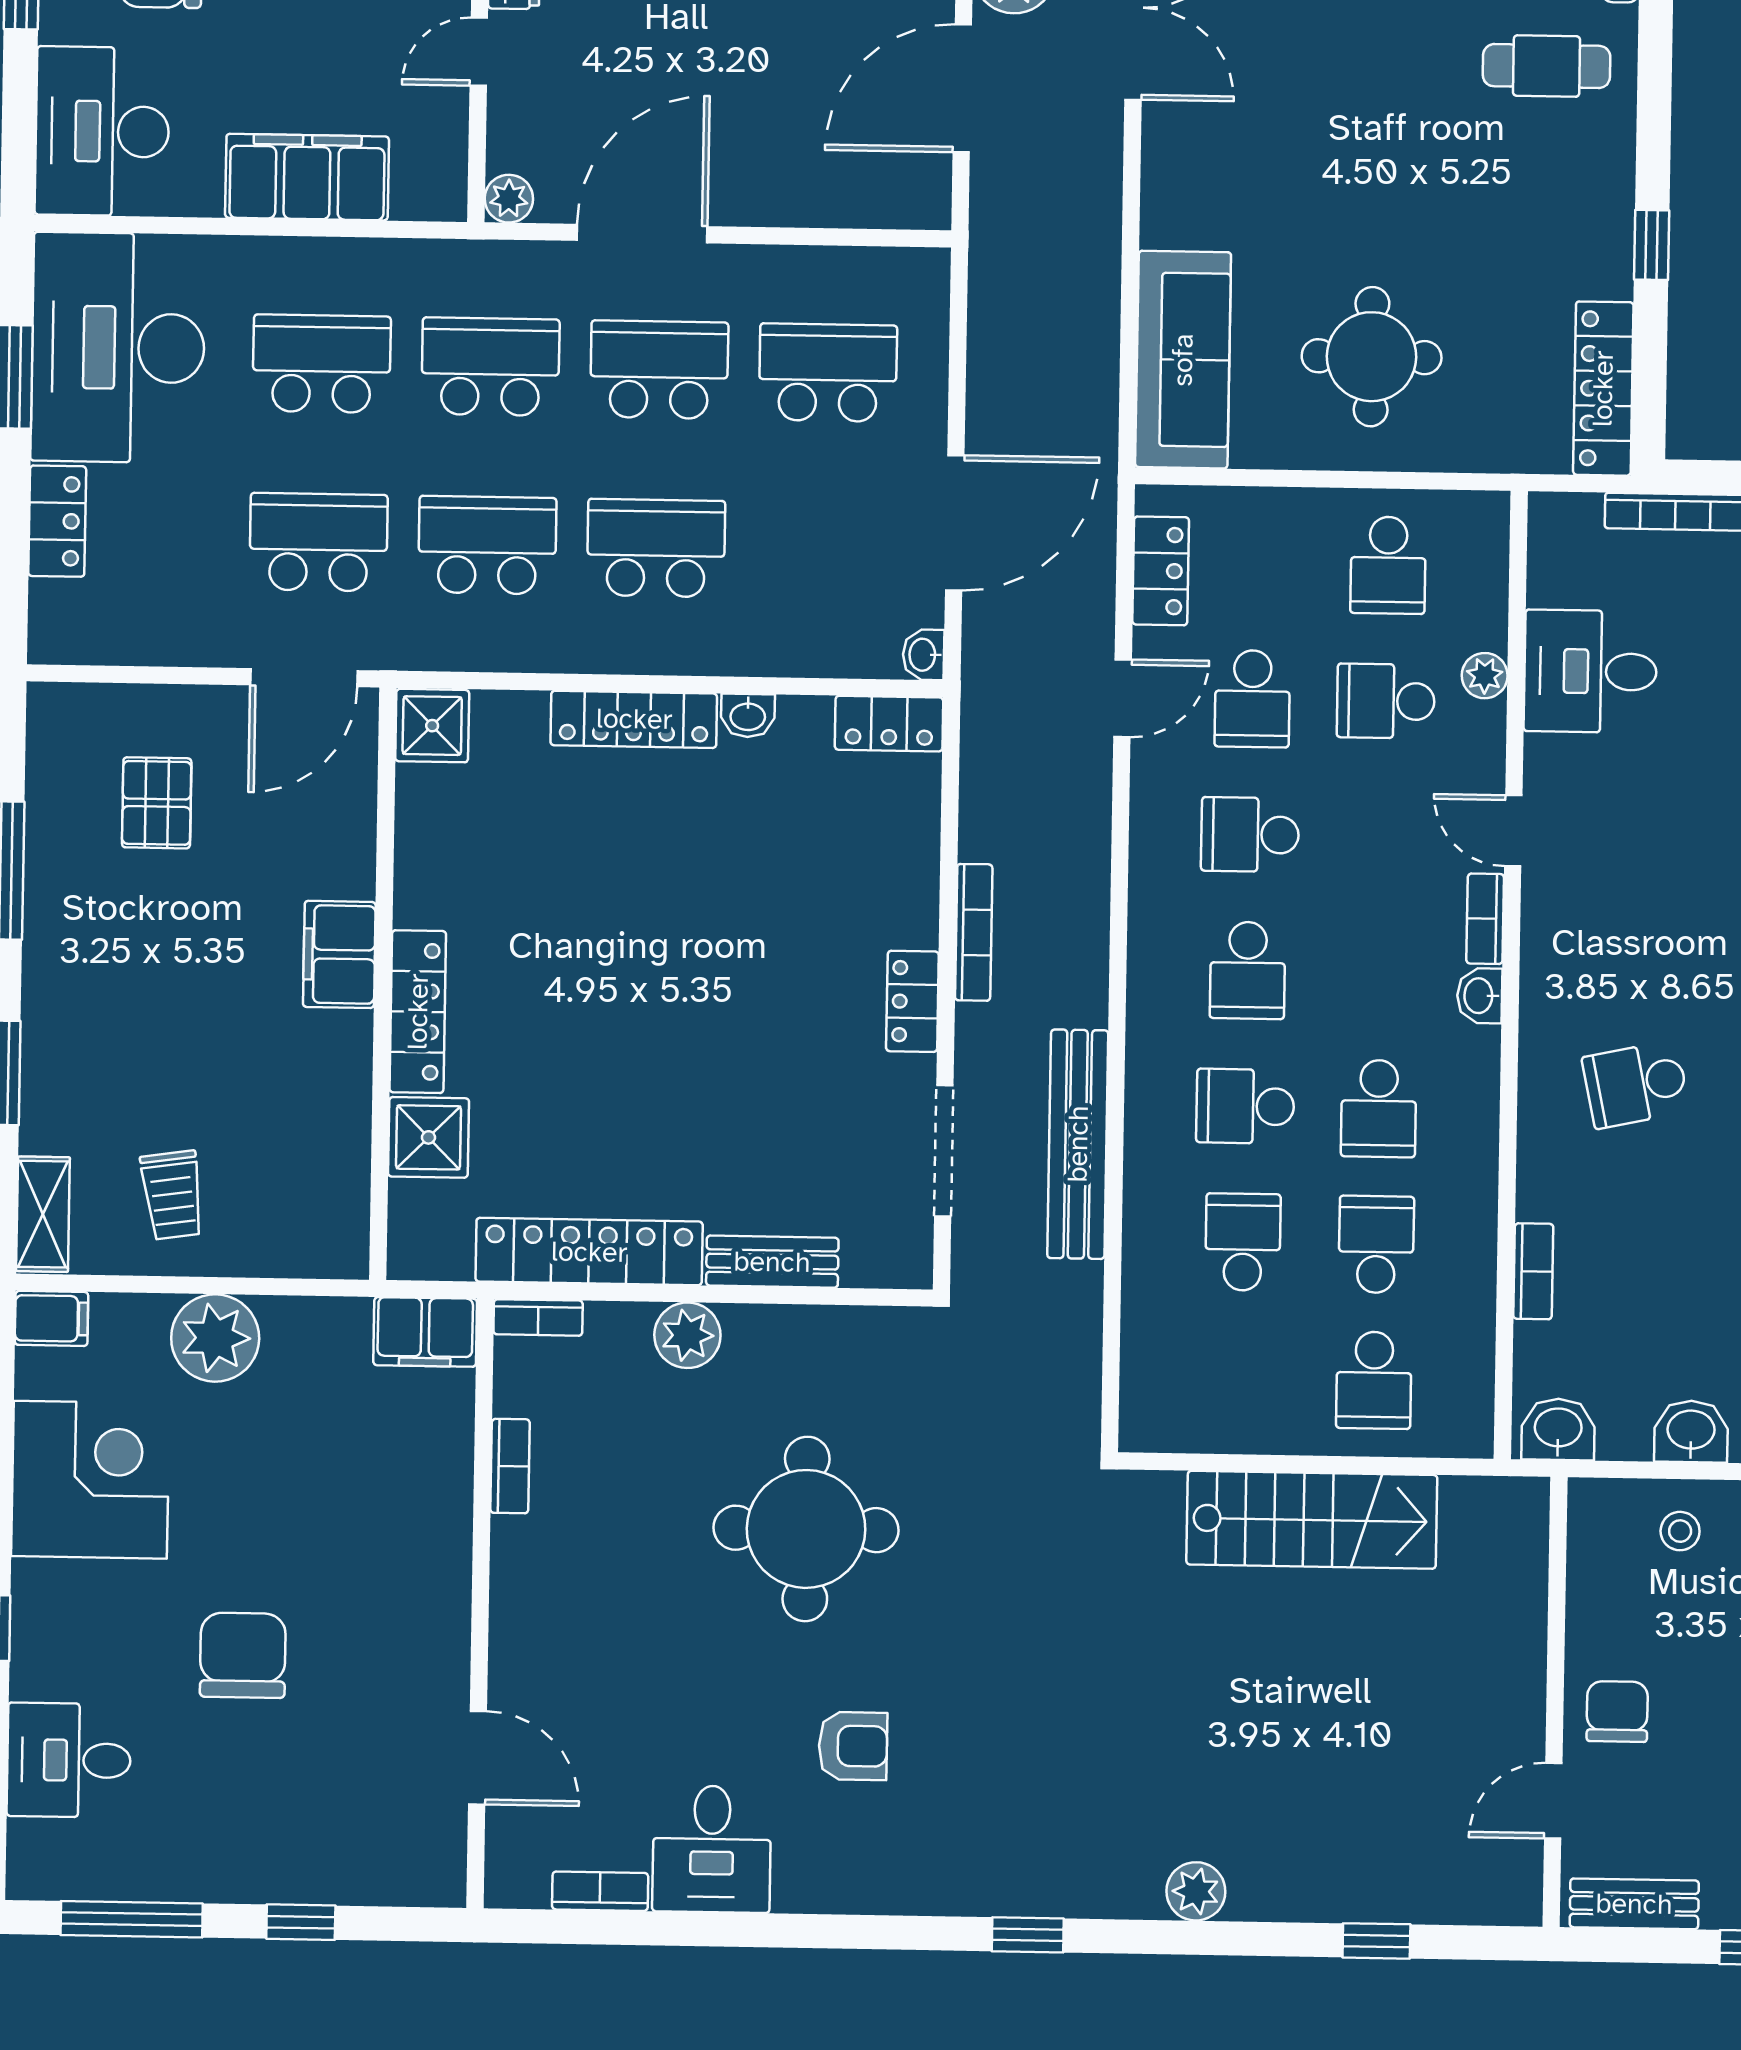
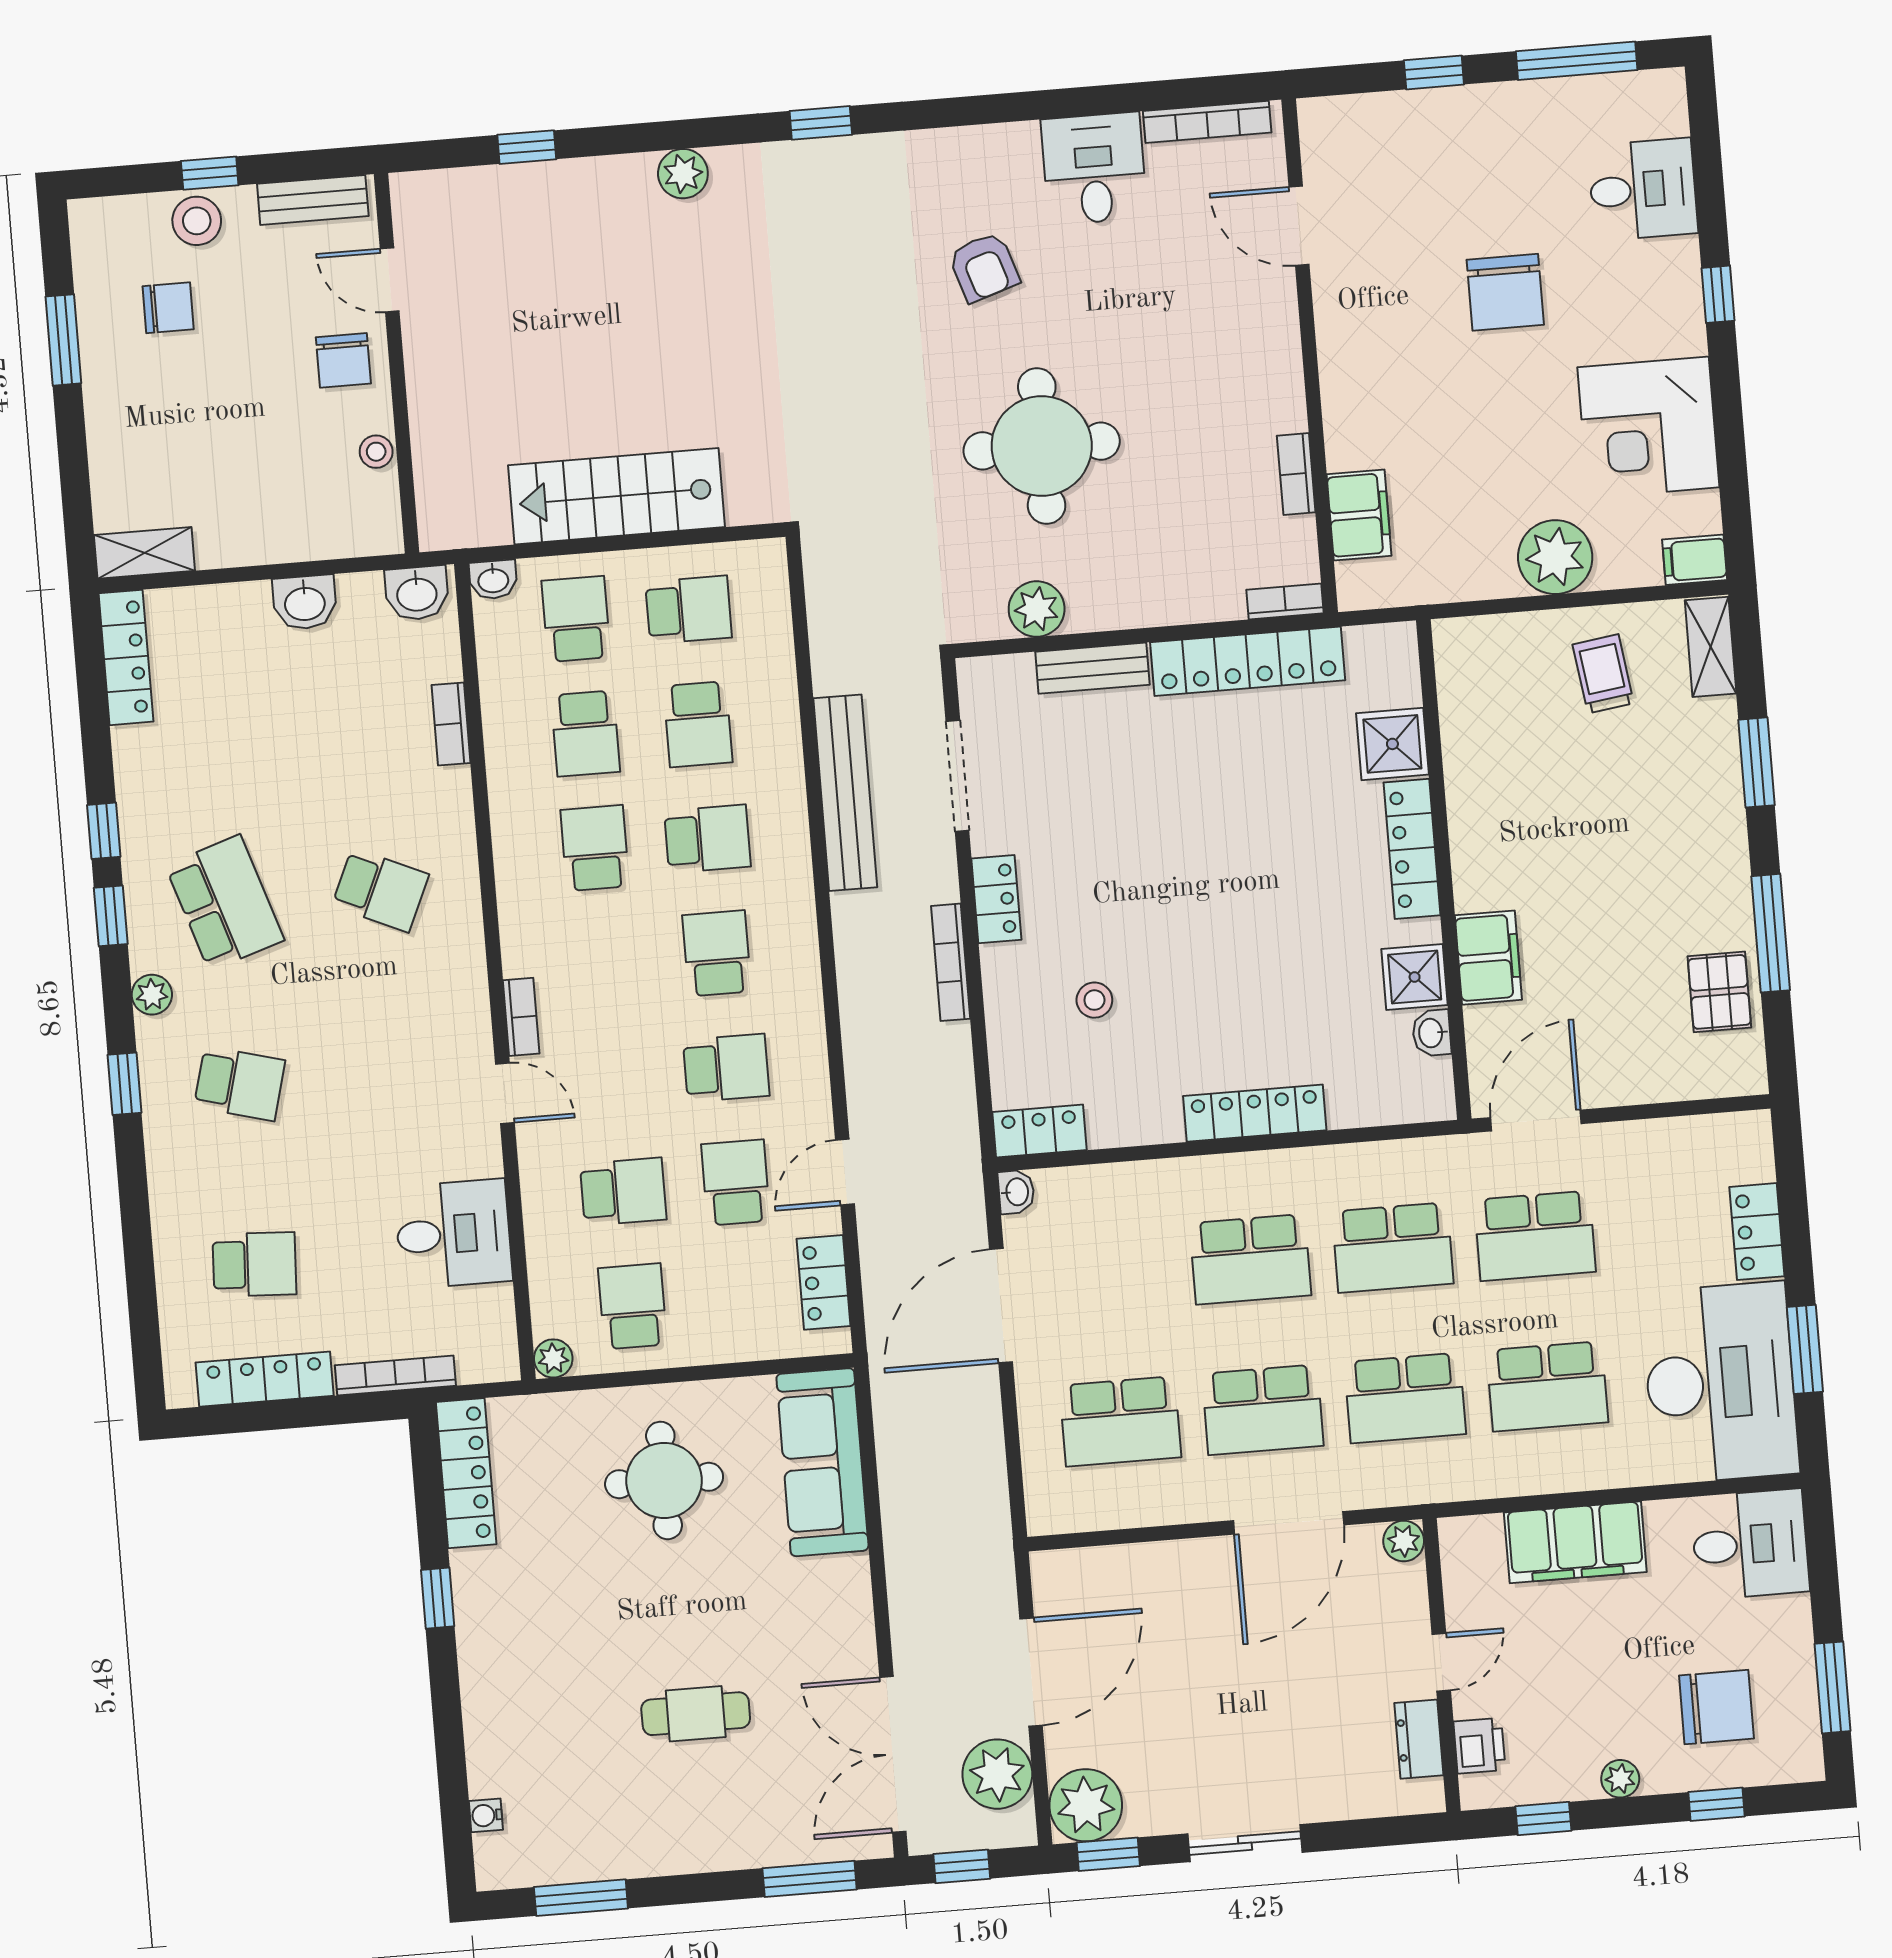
cafe table: (1547, 66) -> (696, 1714), moved
desk: (102, 131) -> (1750, 1544), width x0.73
plant: (1485, 676) -> (553, 1358), moved
washbasin: (748, 716) -> (1432, 1033), moved, turned -90
shower: (432, 726) -> (1415, 977), moved
pallet: (157, 803) -> (1719, 992), moved
stool: (809, 871) -> (1094, 1000), added
filing cabinet: (339, 954) -> (1488, 958), moved
washbasin: (1480, 996) -> (493, 580), moved, turned 90
school desk: (1636, 1084) -> (380, 890), turned 36
filing cabinet: (425, 1332) -> (1359, 515), moved, turned 90
plant: (687, 1335) -> (1037, 609), moved
school desk: (1240, 1378) -> (689, 610), added
stool: (1680, 1531) -> (376, 452), moved
armchair: (853, 1746) -> (984, 267), turned -108
door: (1553, 1801) -> (390, 280), swing flipped
bookcase: (600, 1891) -> (1207, 122), width x1.56

